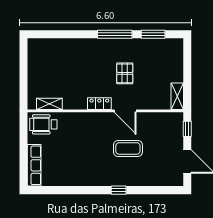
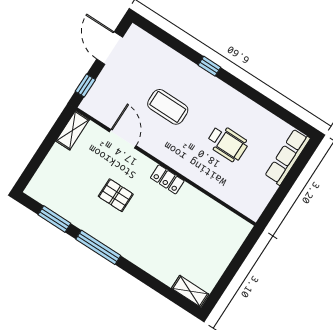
pallet: (125, 73) -> (116, 195), turned 90
shelving: (49, 104) -> (190, 291), moved
door: (125, 111) -> (123, 139), moved
wheelchair: (43, 124) -> (227, 143), moved

